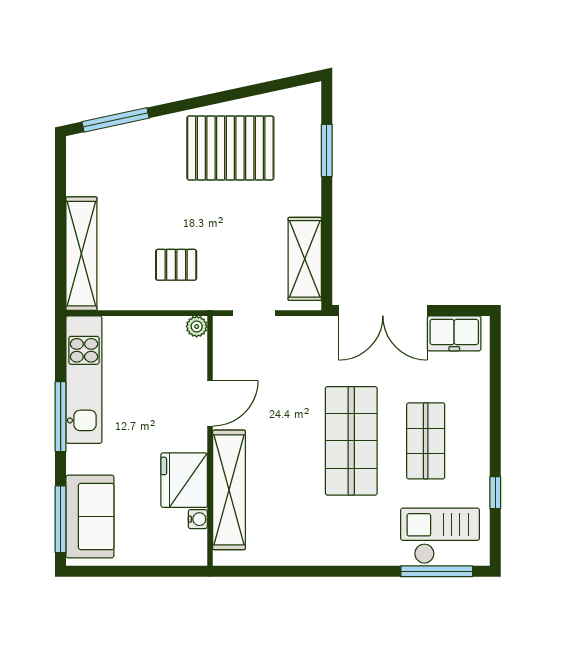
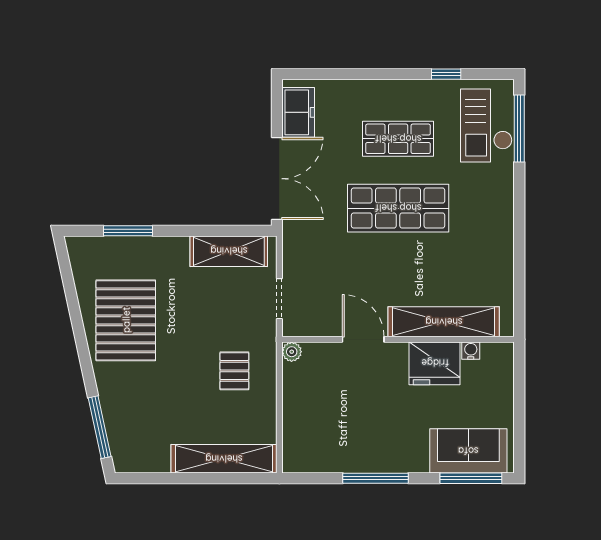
kitchen unit: (84, 380) -> (341, 457), removed

